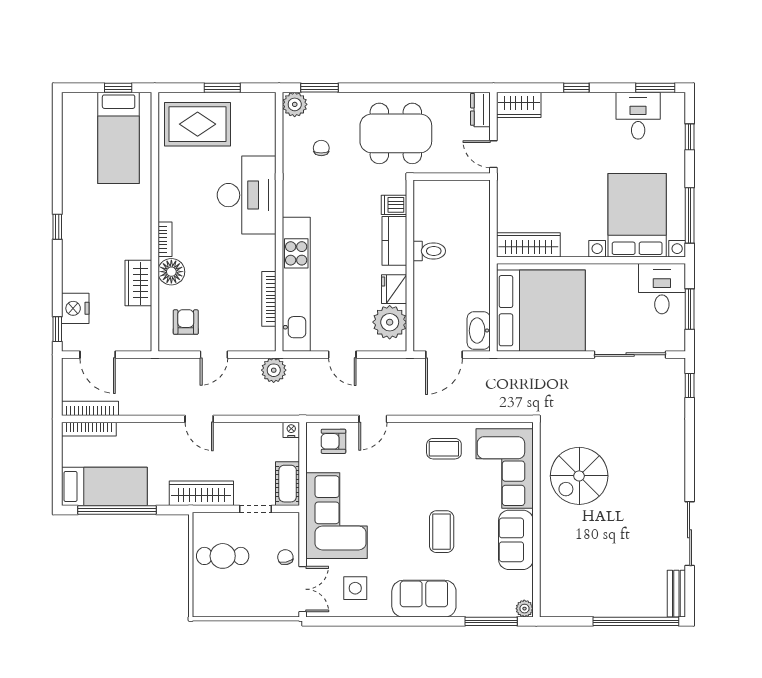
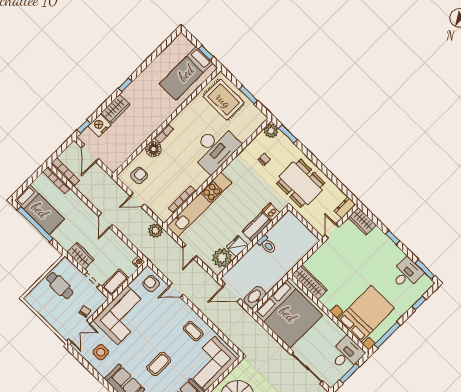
wardrobe: (138, 283) -> (115, 109), moved, turned 180
wardrobe: (201, 493) -> (81, 256), width x0.67

